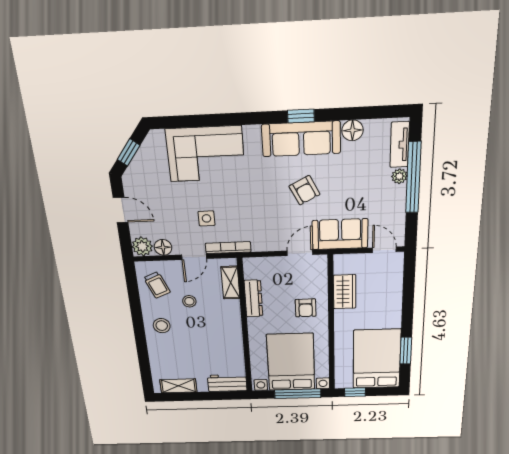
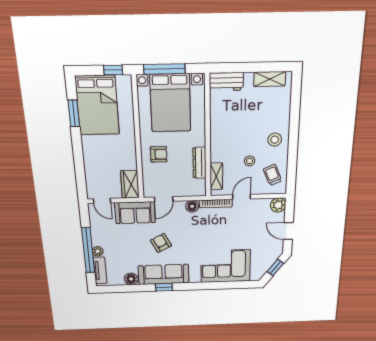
side table: (206, 218) -> (229, 225), removed
floor lamp: (163, 247) -> (192, 206), moved
wardrobe: (345, 292) -> (130, 184), moved
armchair: (306, 308) -> (159, 154), turned 90

